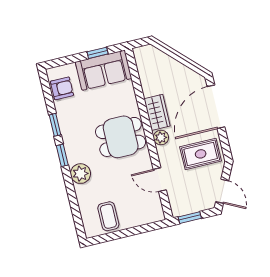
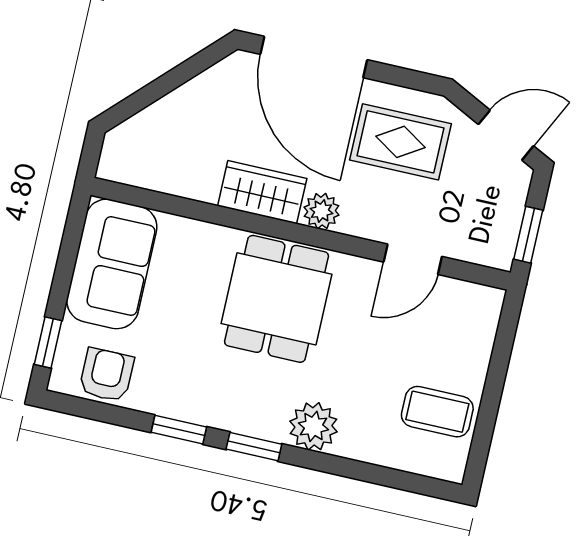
window: (98, 53) -> (48, 342), moved
rug: (201, 154) -> (401, 142), turned 90

